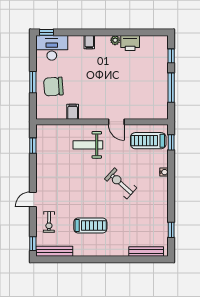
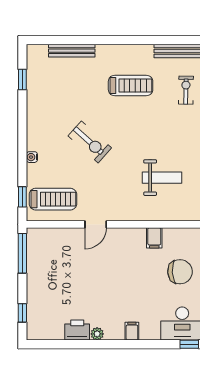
window: (171, 88) -> (22, 253), moved
door: (116, 122) -> (96, 224), swing flipped
weight bench: (88, 145) -> (162, 178), moved
treadmill: (90, 225) -> (131, 85), turned 180
bench: (146, 252) -> (72, 51), moved

